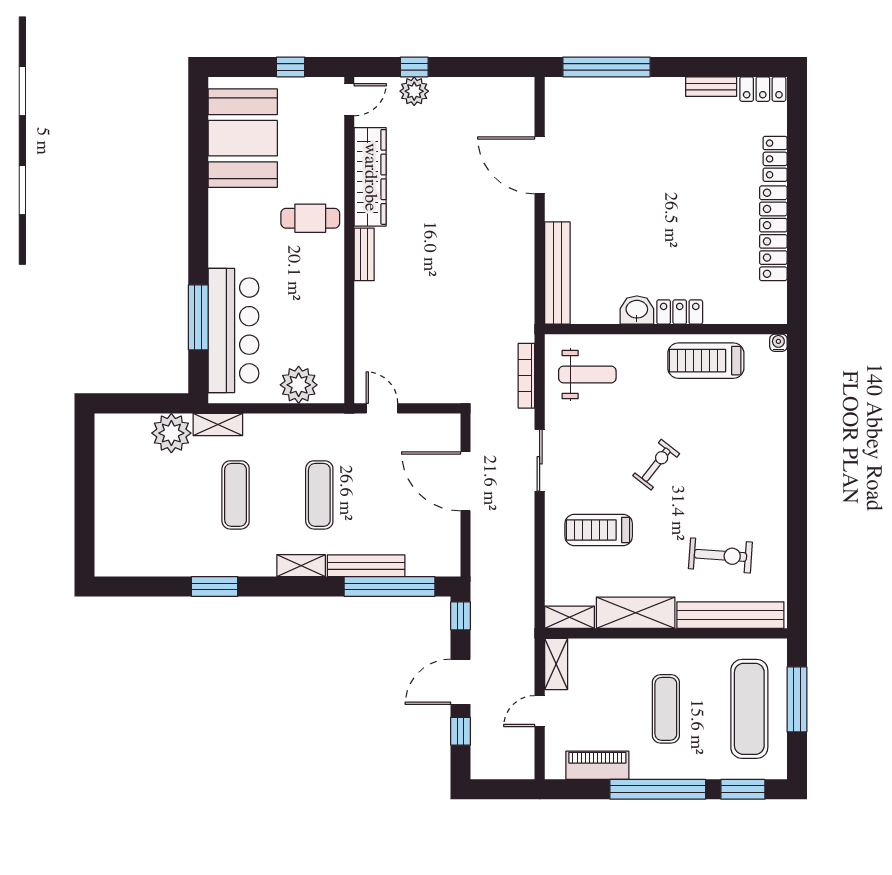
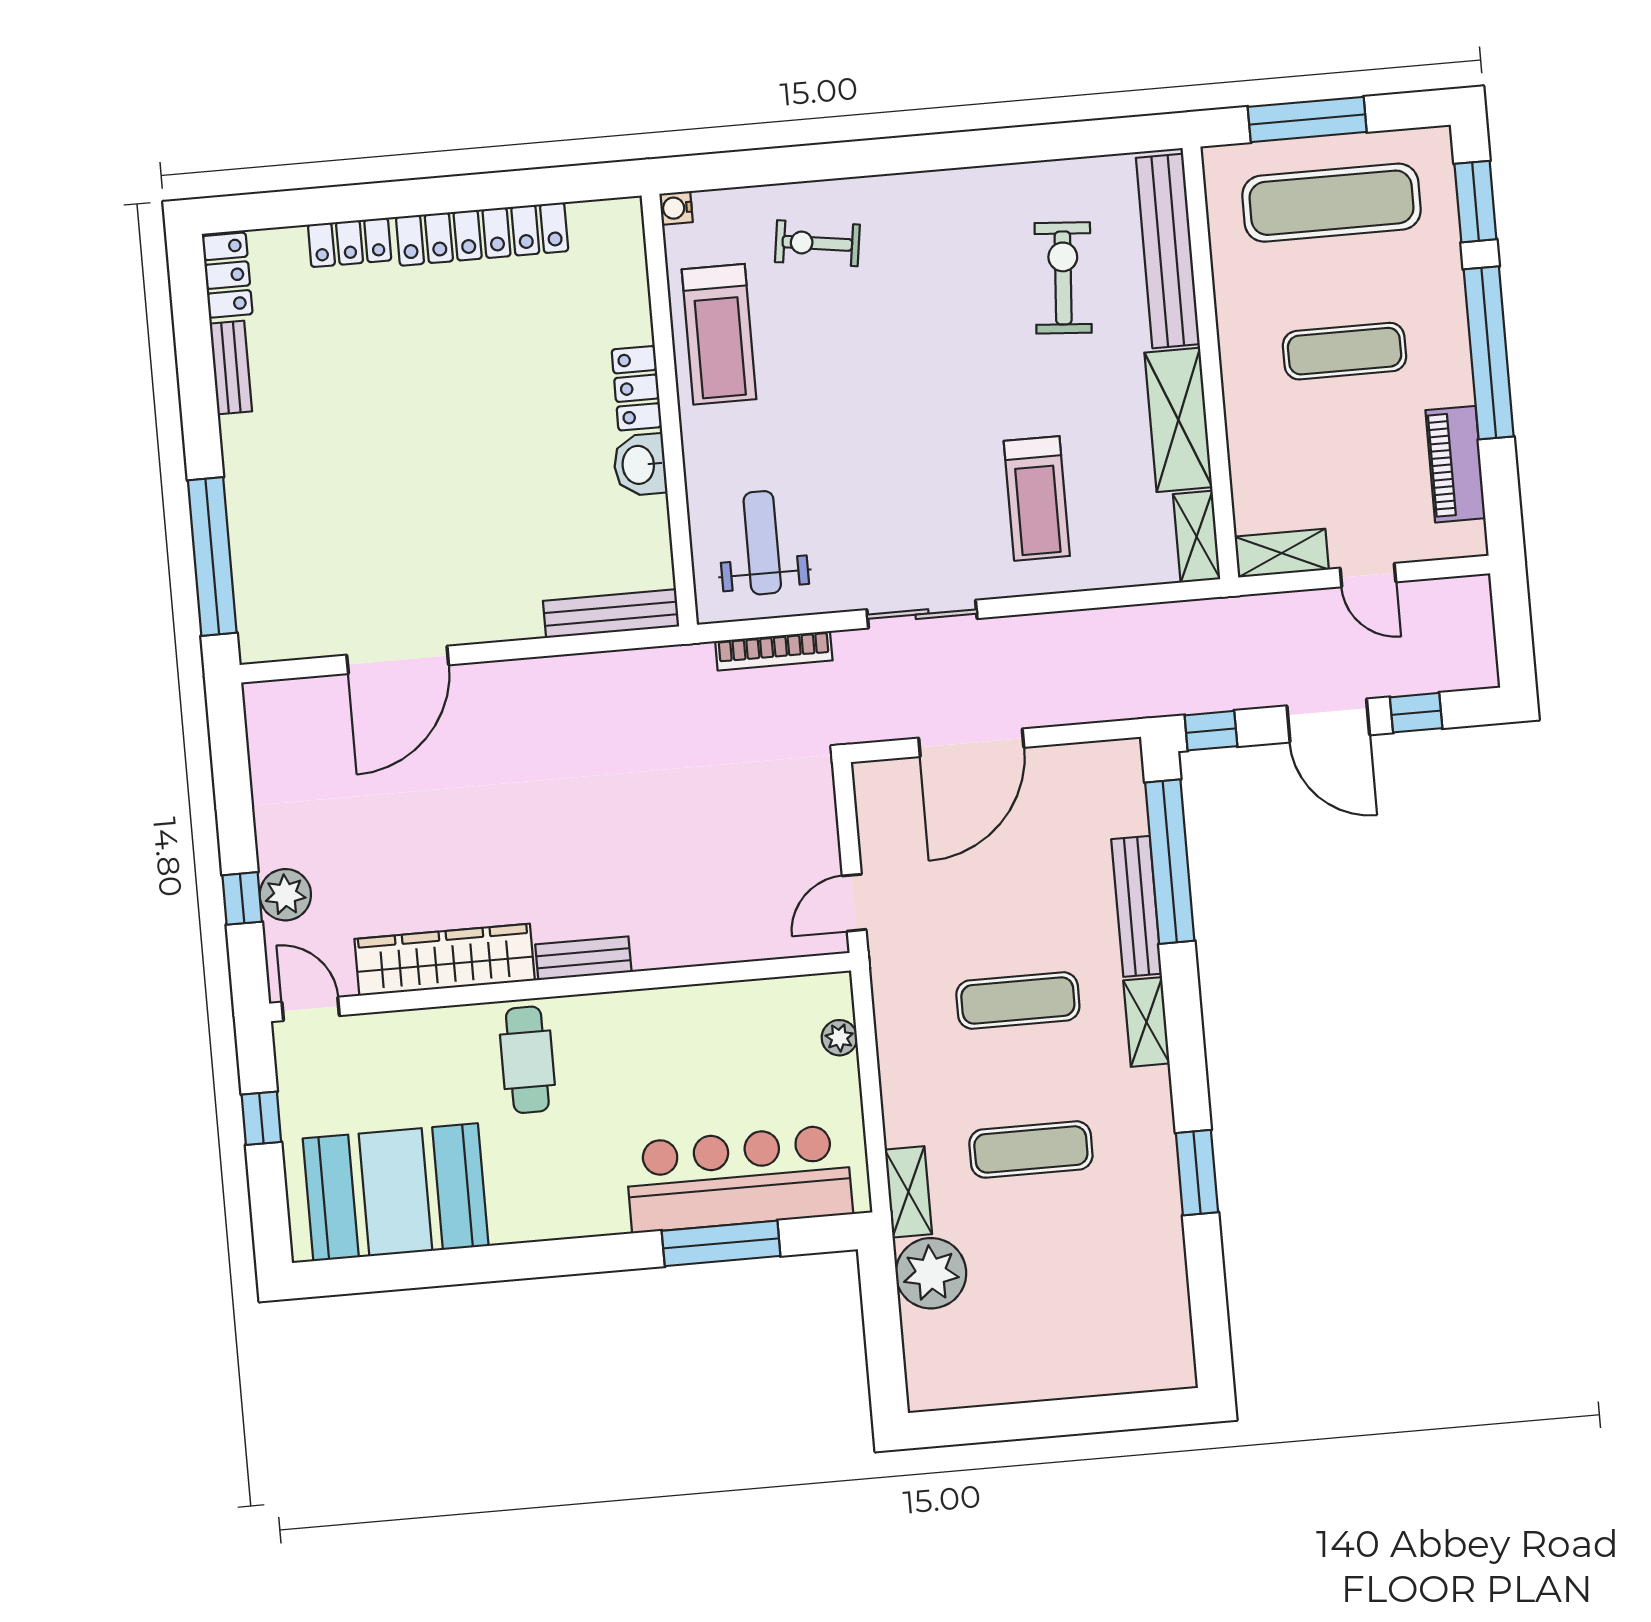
bench: (557, 273) -> (611, 614), width x0.73, depth x0.82
plant: (299, 385) -> (839, 1038), width x0.53, depth x0.53
exercise bike: (656, 465) -> (817, 243), moved, turned -30

